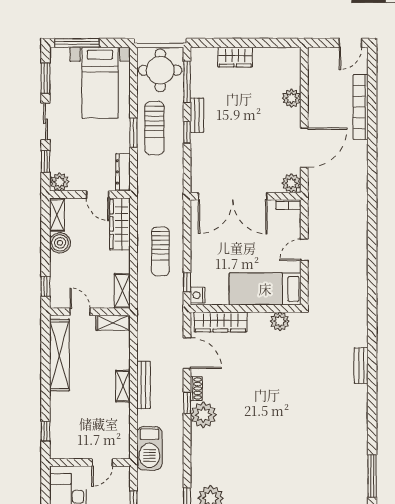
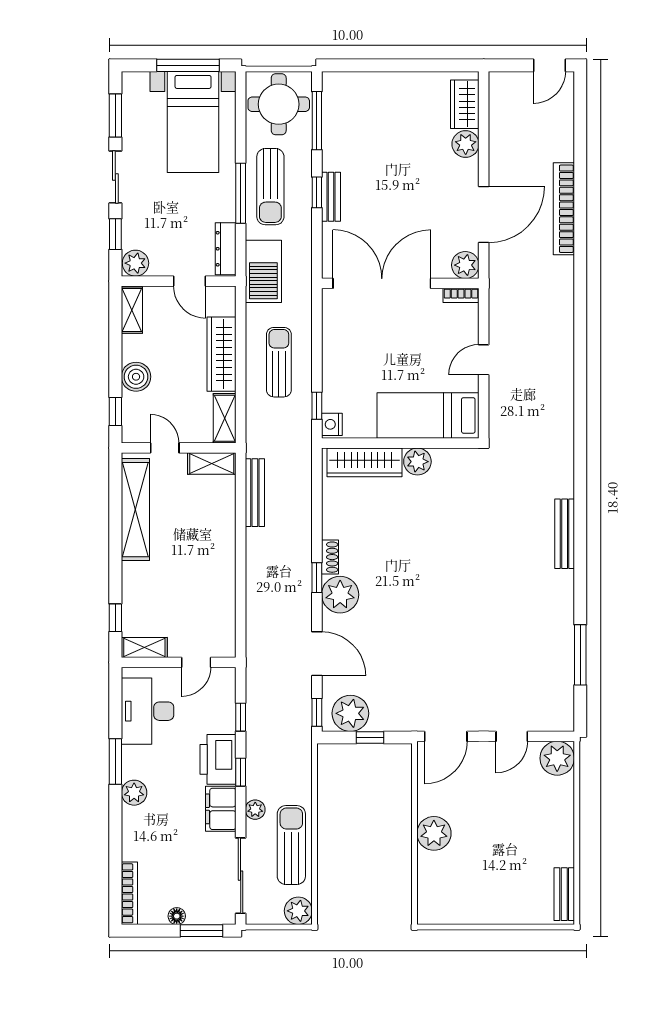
window: (77, 43) -> (188, 65), moved
wardrobe: (235, 57) -> (465, 104), moved, turned 90
bookcase: (361, 107) -> (564, 209), moved
bench: (197, 115) -> (331, 197), moved
window: (133, 133) -> (241, 193), width x1.44
double door: (233, 196) -> (382, 283), swing flipped
wardrobe: (120, 224) -> (221, 354), moved
boiler: (60, 243) -> (136, 377), moved
sun lounger: (160, 252) -> (279, 362), turned 180
plant: (280, 321) -> (417, 462), moved
door: (187, 353) -> (317, 654), moved
bench: (361, 366) -> (565, 534), width x1.36
bench: (143, 385) -> (255, 493), moved
shelving: (123, 386) -> (144, 647), moved, turned 90
barbecue: (149, 448) -> (263, 271), moved
window: (372, 476) -> (580, 655), moved

